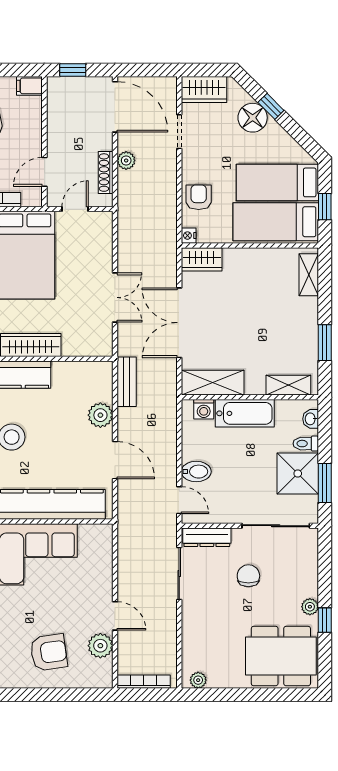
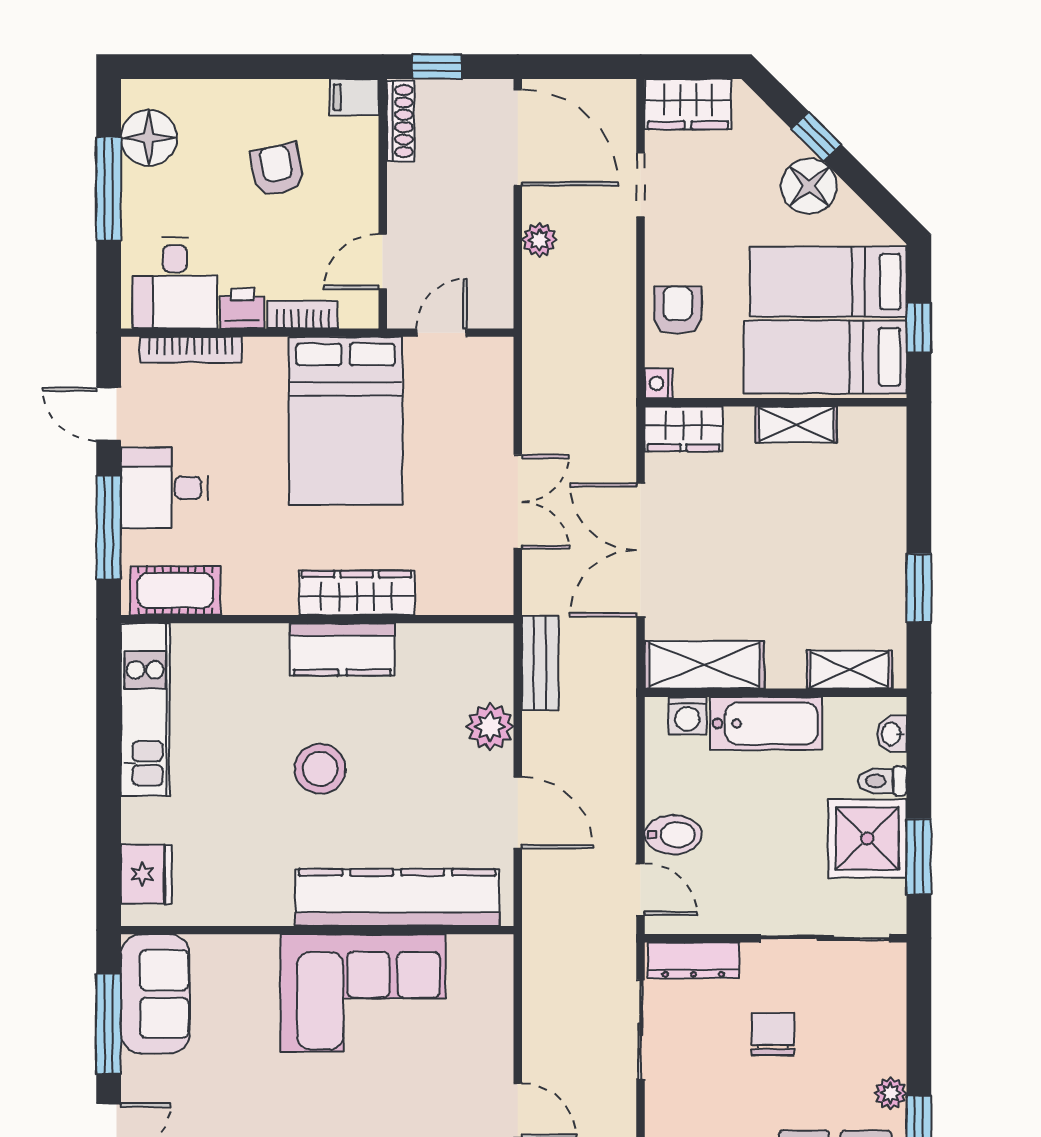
floor lamp: (253, 118) -> (809, 186), moved
shoe rack: (106, 173) -> (401, 121), moved, turned 180
shelving: (309, 275) -> (796, 425), moved, turned 90

